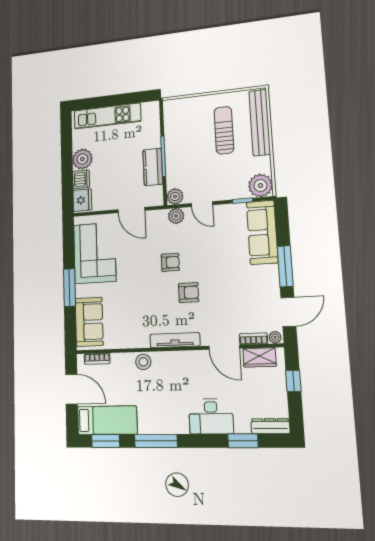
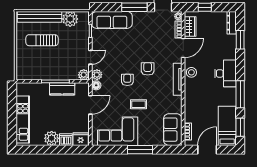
plant: (260, 186) -> (70, 19), moved
floor lamp: (160, 216) -> (96, 85), added
coffee table: (135, 282) -> (139, 104), added
sofa: (89, 322) -> (173, 130), moved, turned -90
stool: (143, 362) -> (191, 72), moved
desk: (211, 416) -> (225, 73), moved

